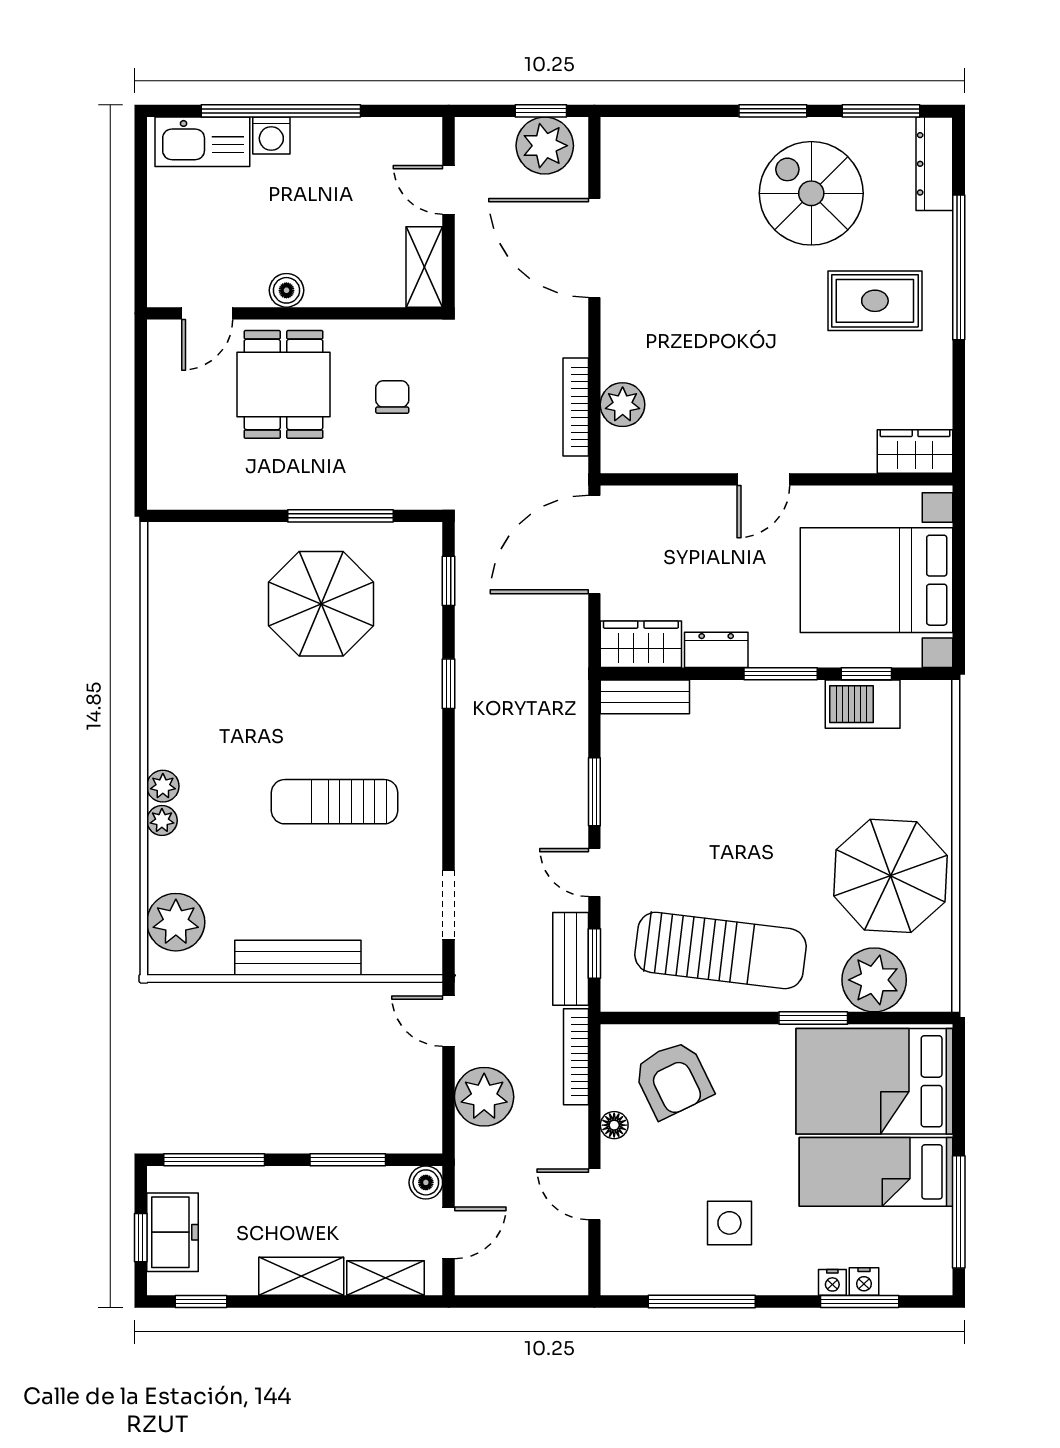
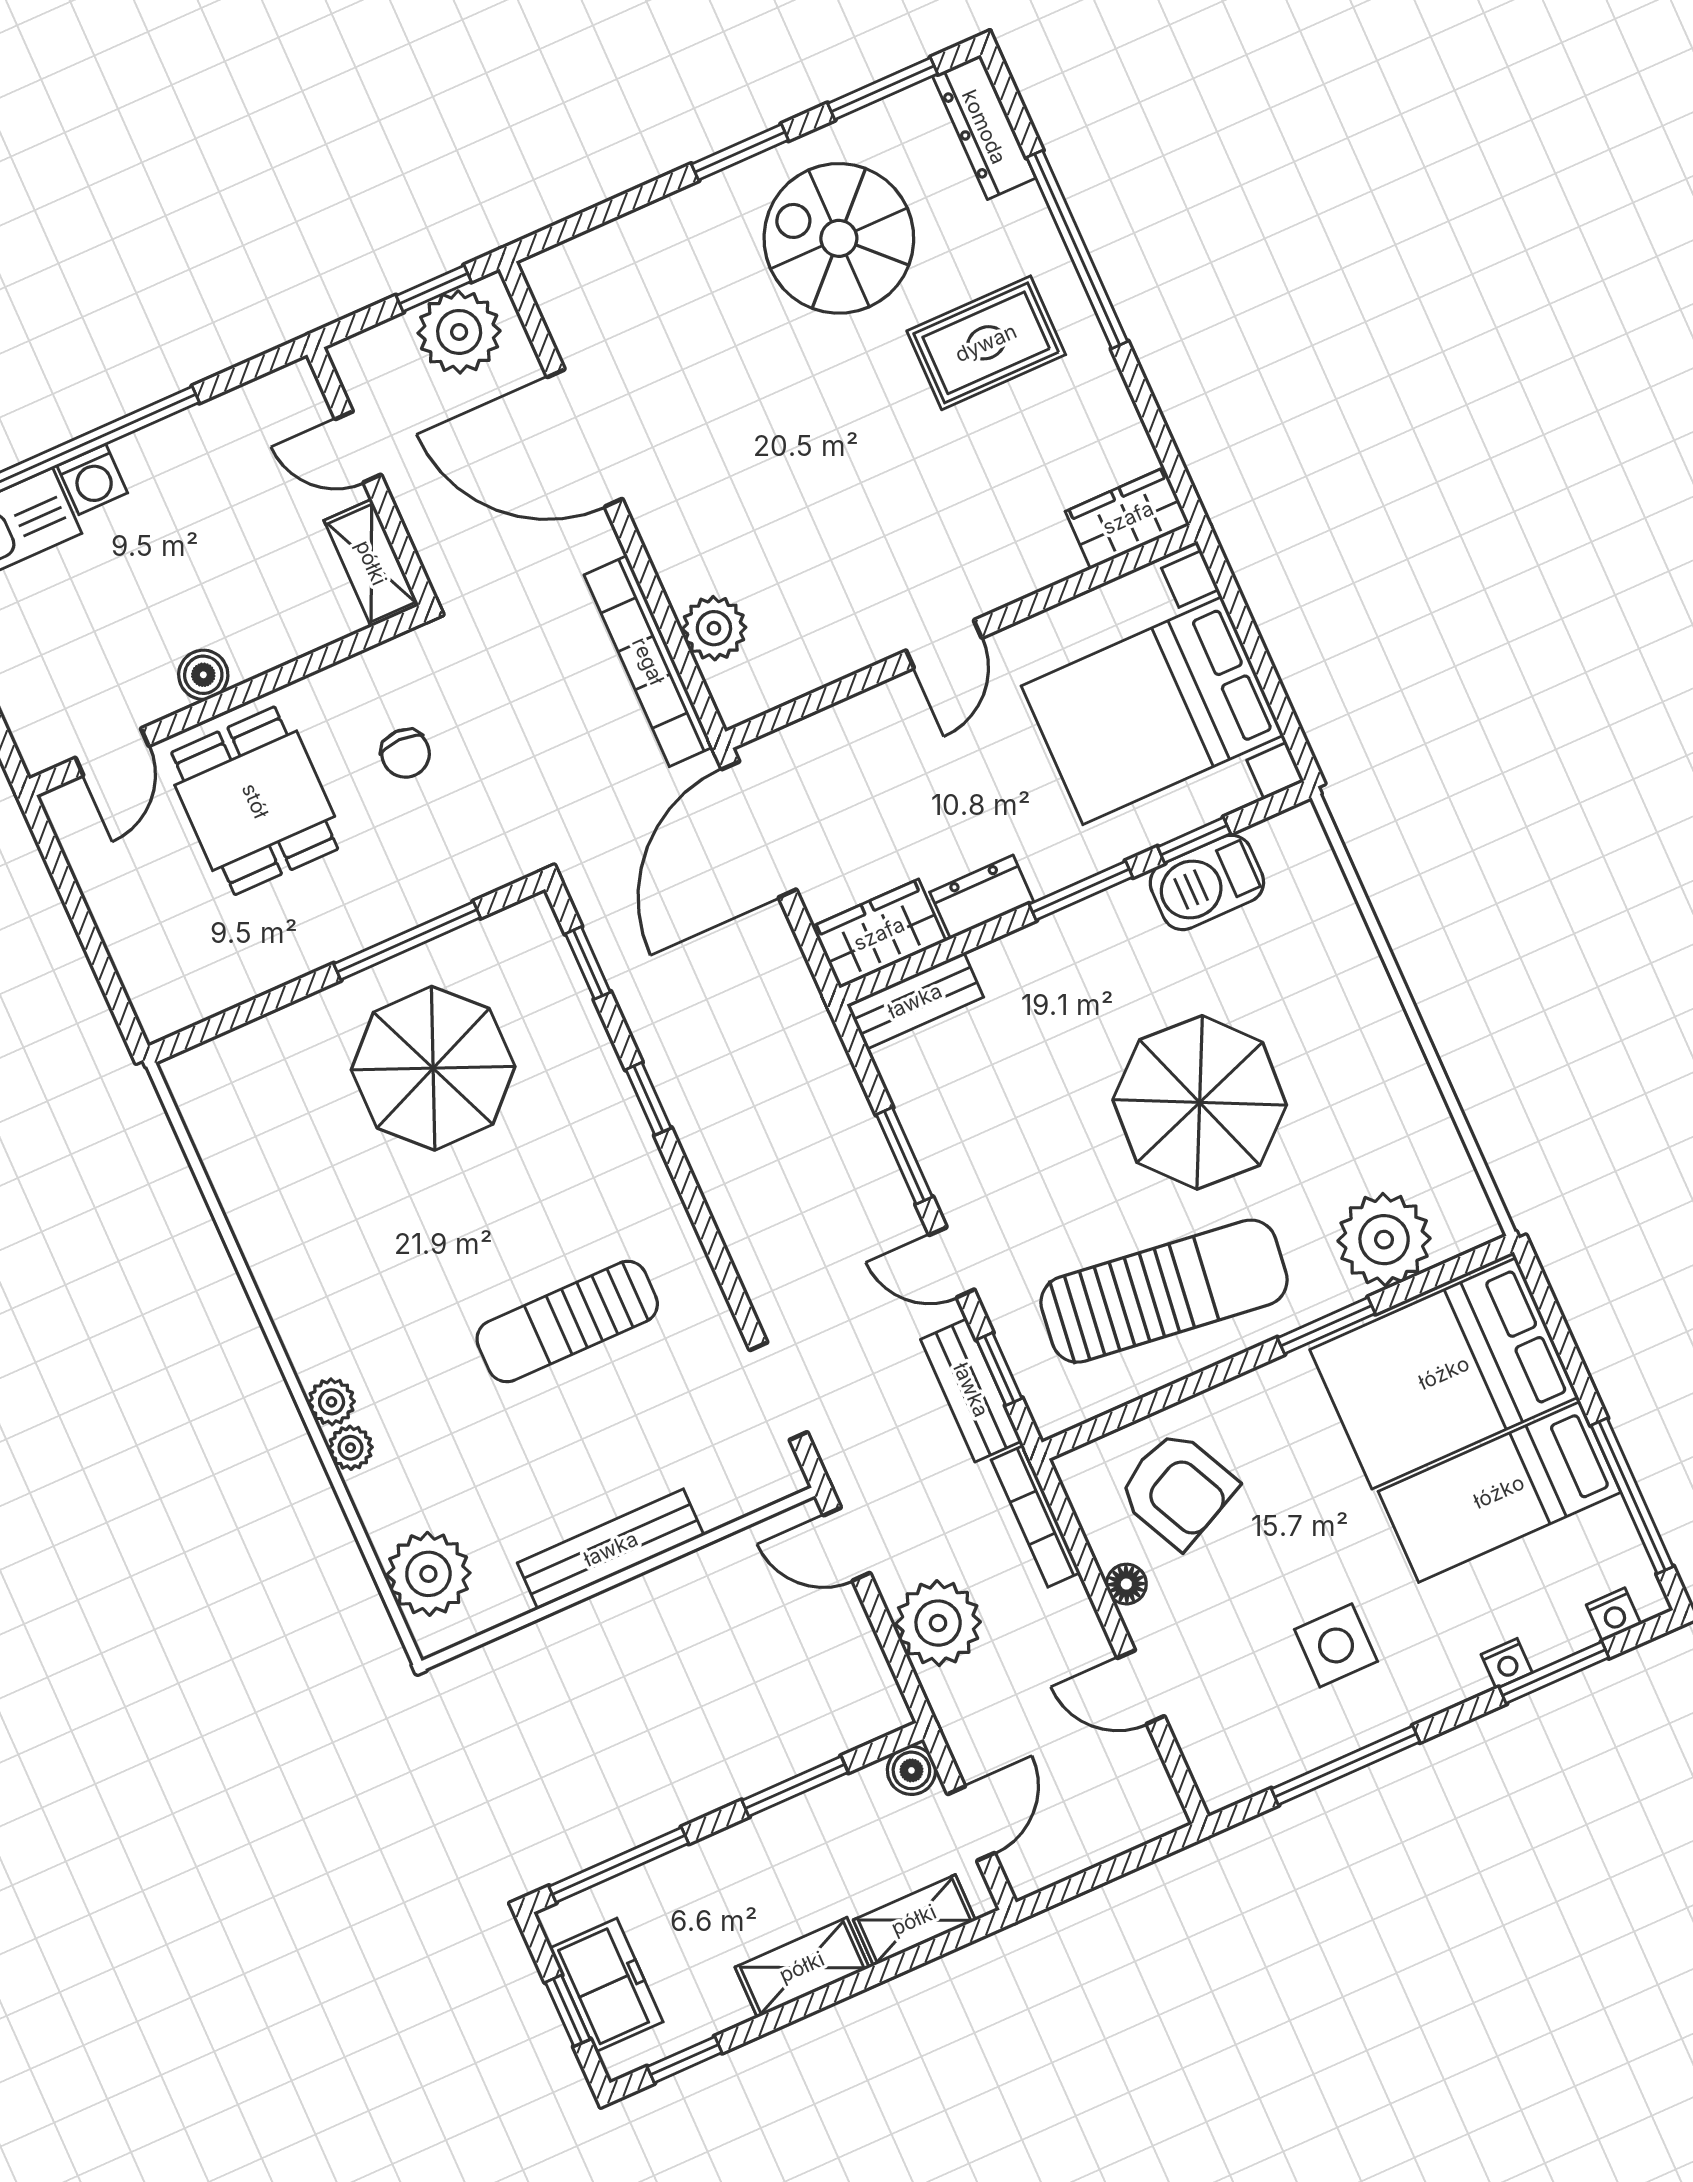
chair: (392, 397) -> (406, 753), turned 180
bookcase: (576, 407) -> (648, 661), width x1.48, depth x1.31
parasol: (890, 876) -> (1200, 1102), moved
nightstand: (864, 1282) -> (1614, 1615), moved

